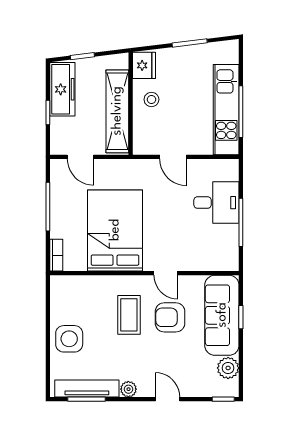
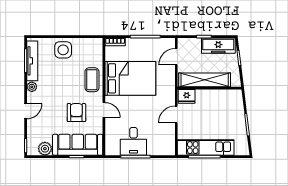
fridge: (144, 65) -> (187, 96), moved
stool: (151, 99) -> (212, 101), removed
desk: (216, 203) -> (133, 141), moved
door: (166, 273) -> (104, 110), swing flipped
coffee table: (129, 315) -> (92, 80), moved, turned 90

